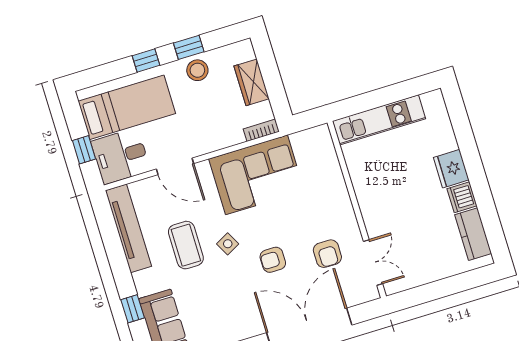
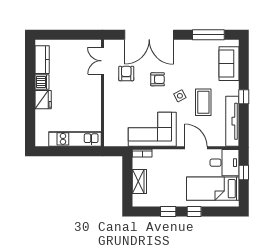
stool: (197, 70) -> (167, 197), removed
window: (133, 309) -> (244, 97), moved

